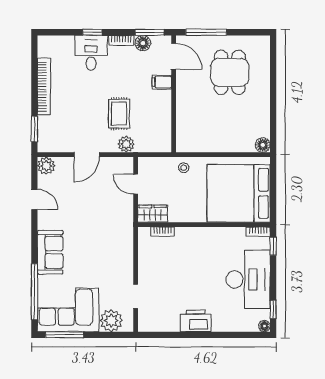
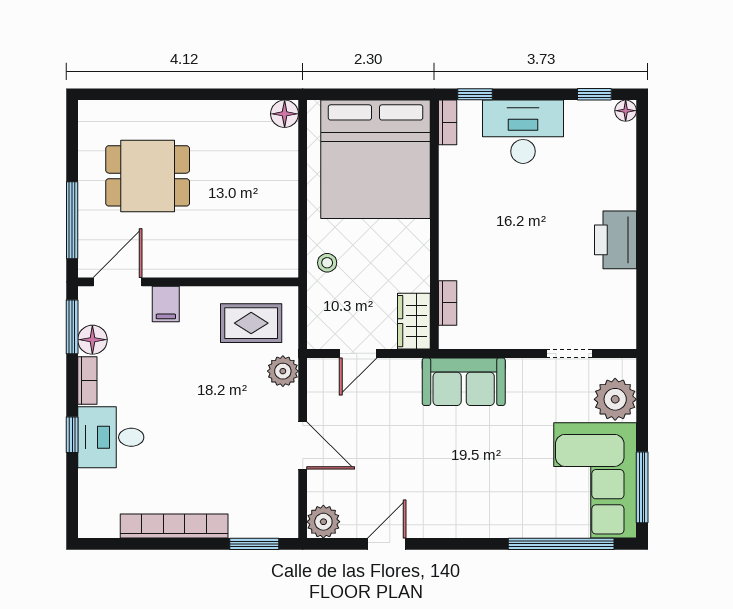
rug: (119, 114) -> (251, 323), moved
sofa: (50, 252) -> (464, 382), moved, turned 180
desk: (248, 279) -> (523, 132), width x0.73, depth x0.77

